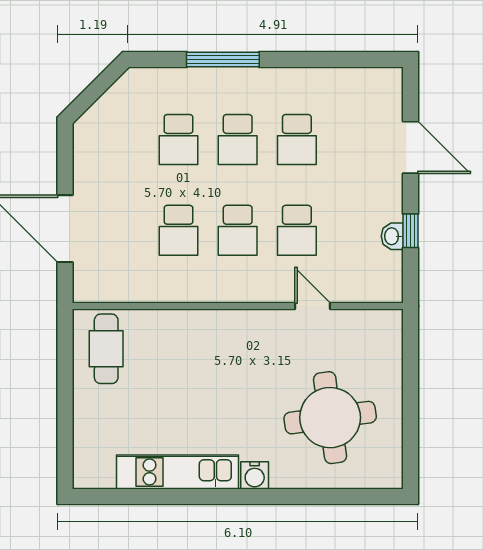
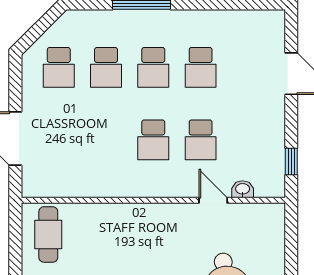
school desk: (178, 230) -> (59, 67), moved
window: (410, 231) -> (291, 161), moved
washbasin: (392, 236) -> (243, 189), moved, turned 90

